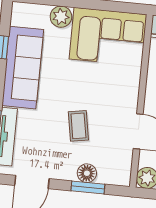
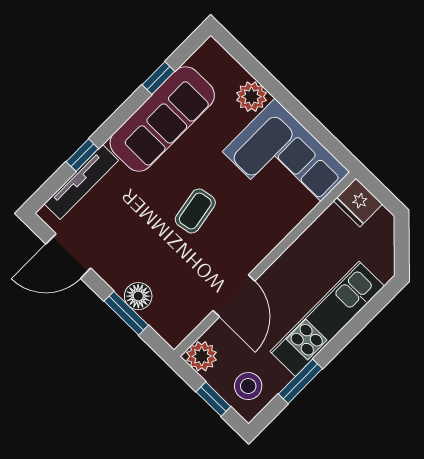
coffee table: (78, 126) -> (195, 211), moved

